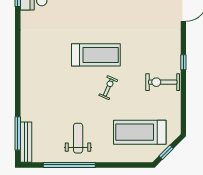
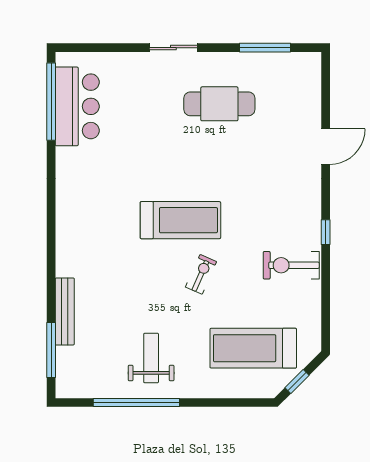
bench: (26, 142) -> (65, 311), moved

